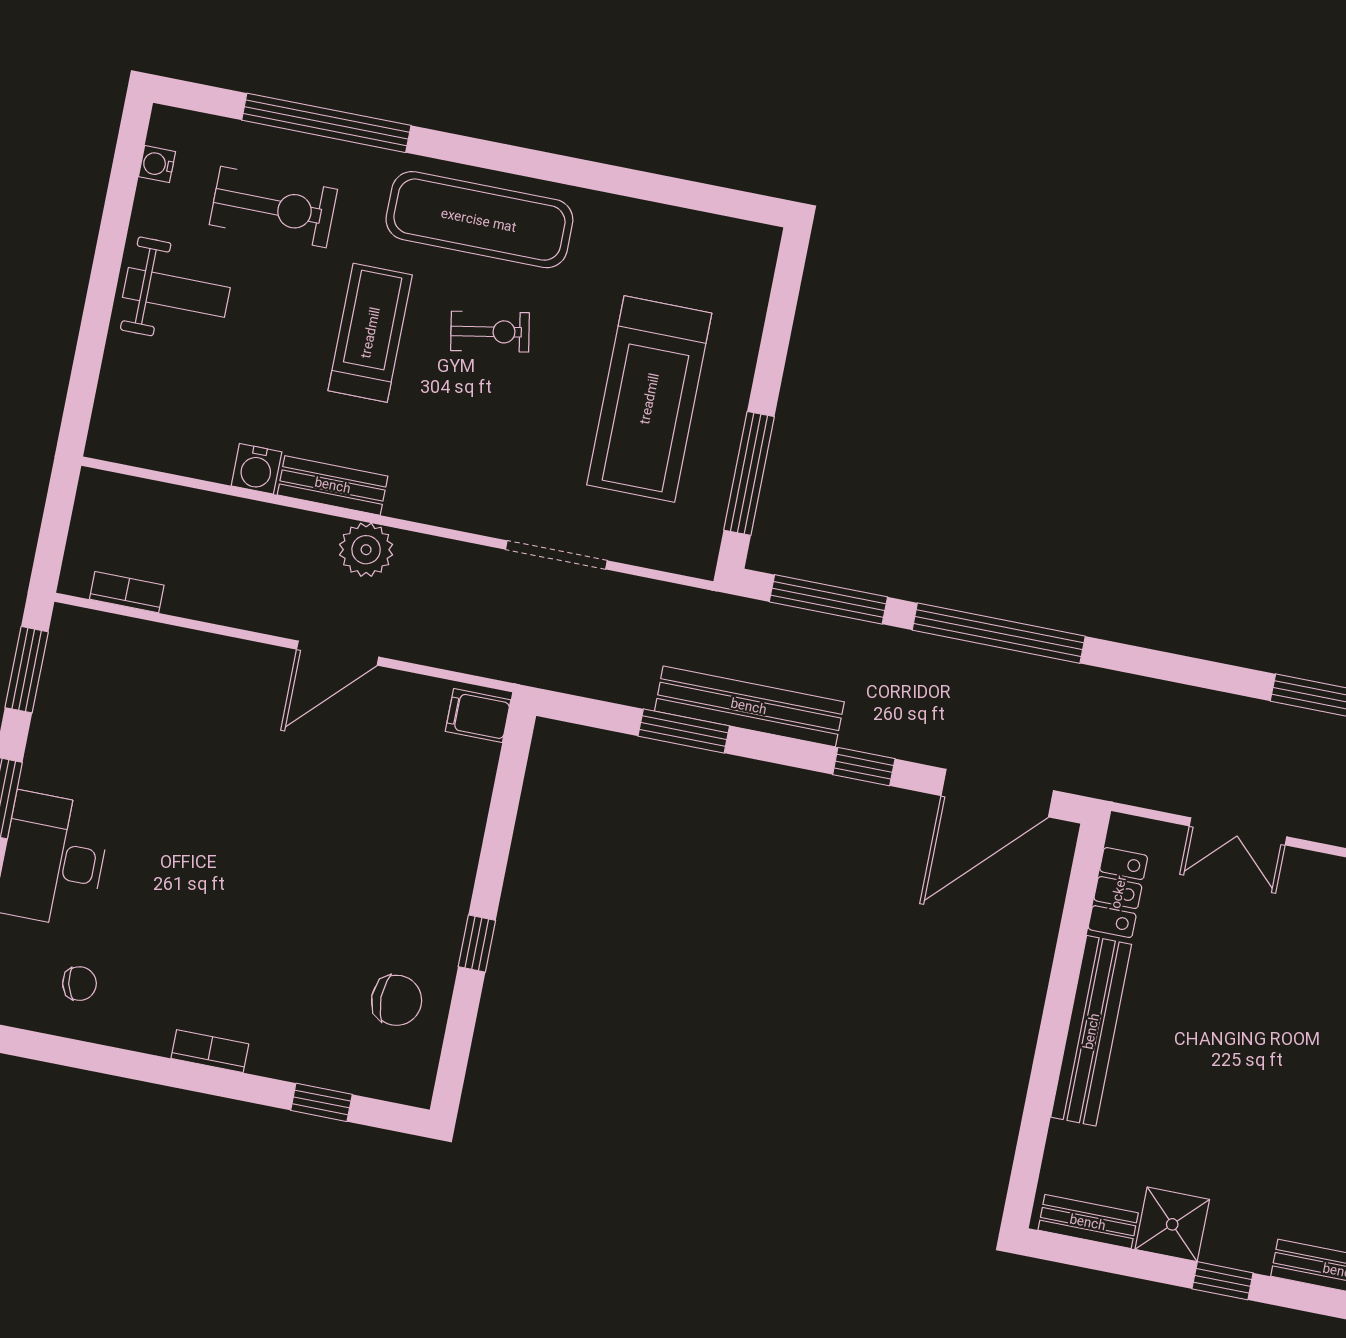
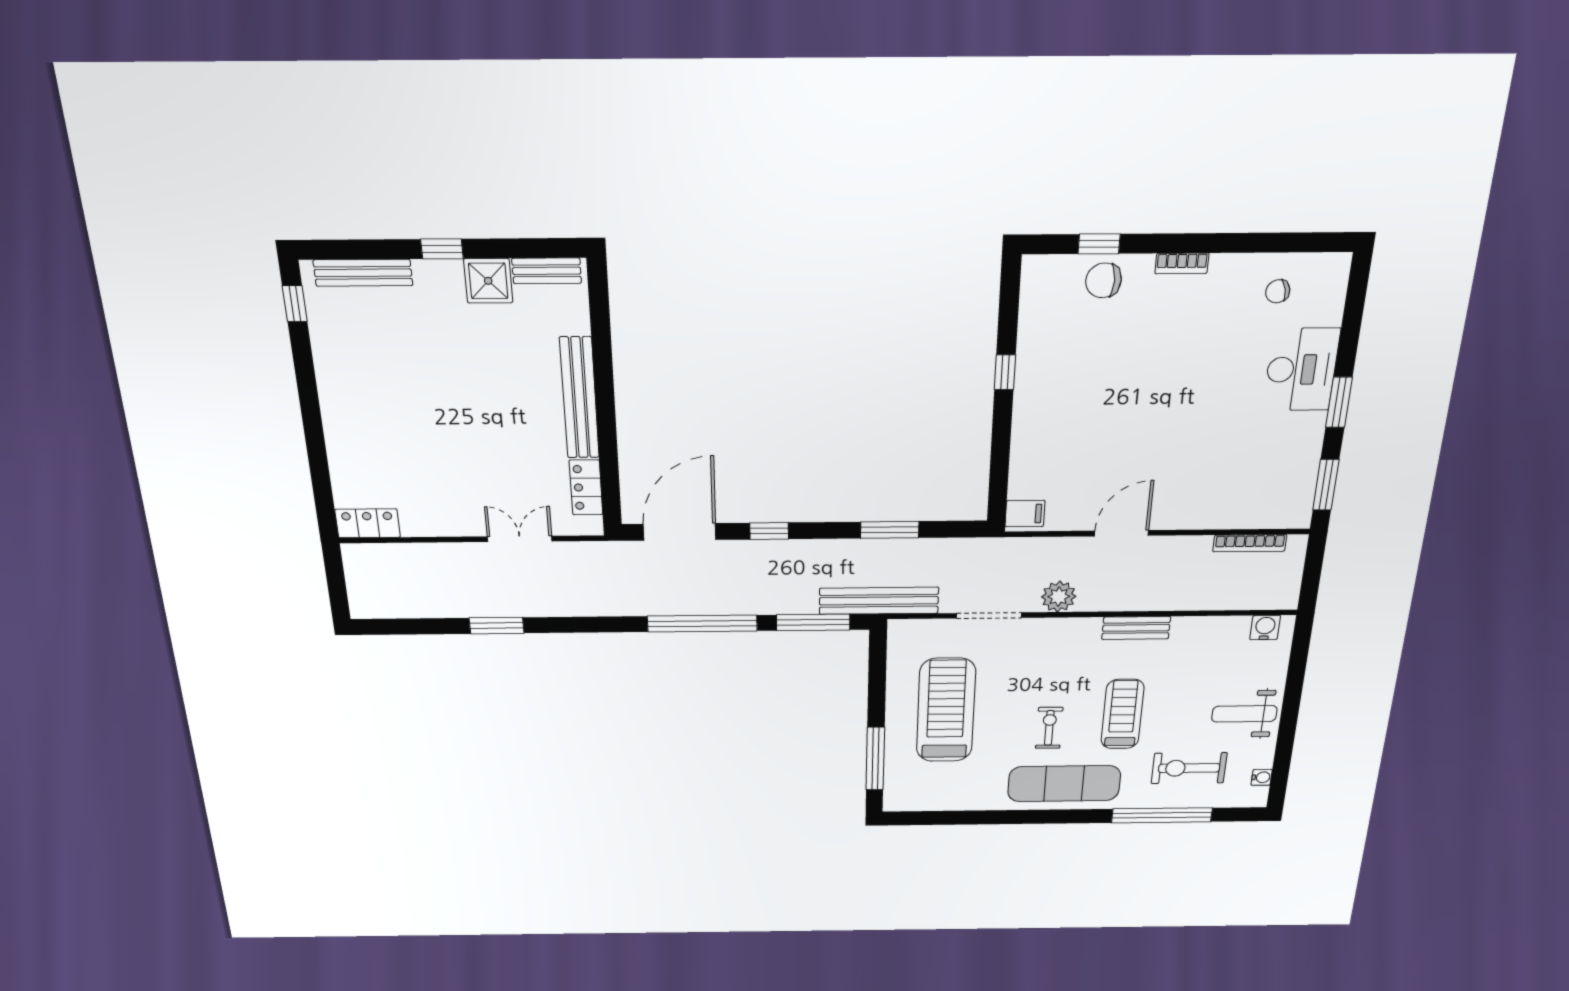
exercise bike: (490, 332) -> (1049, 728), turned 100
treadmill: (370, 333) -> (1123, 714), turned 180
water cooler: (256, 469) -> (1265, 628), moved
window: (749, 473) -> (875, 759), moved
plant: (366, 550) -> (1059, 597), moved
bookcase: (127, 592) -> (1250, 543), width x1.56
bench: (749, 706) -> (879, 601), moved
chair: (397, 1000) -> (1103, 280), moved

